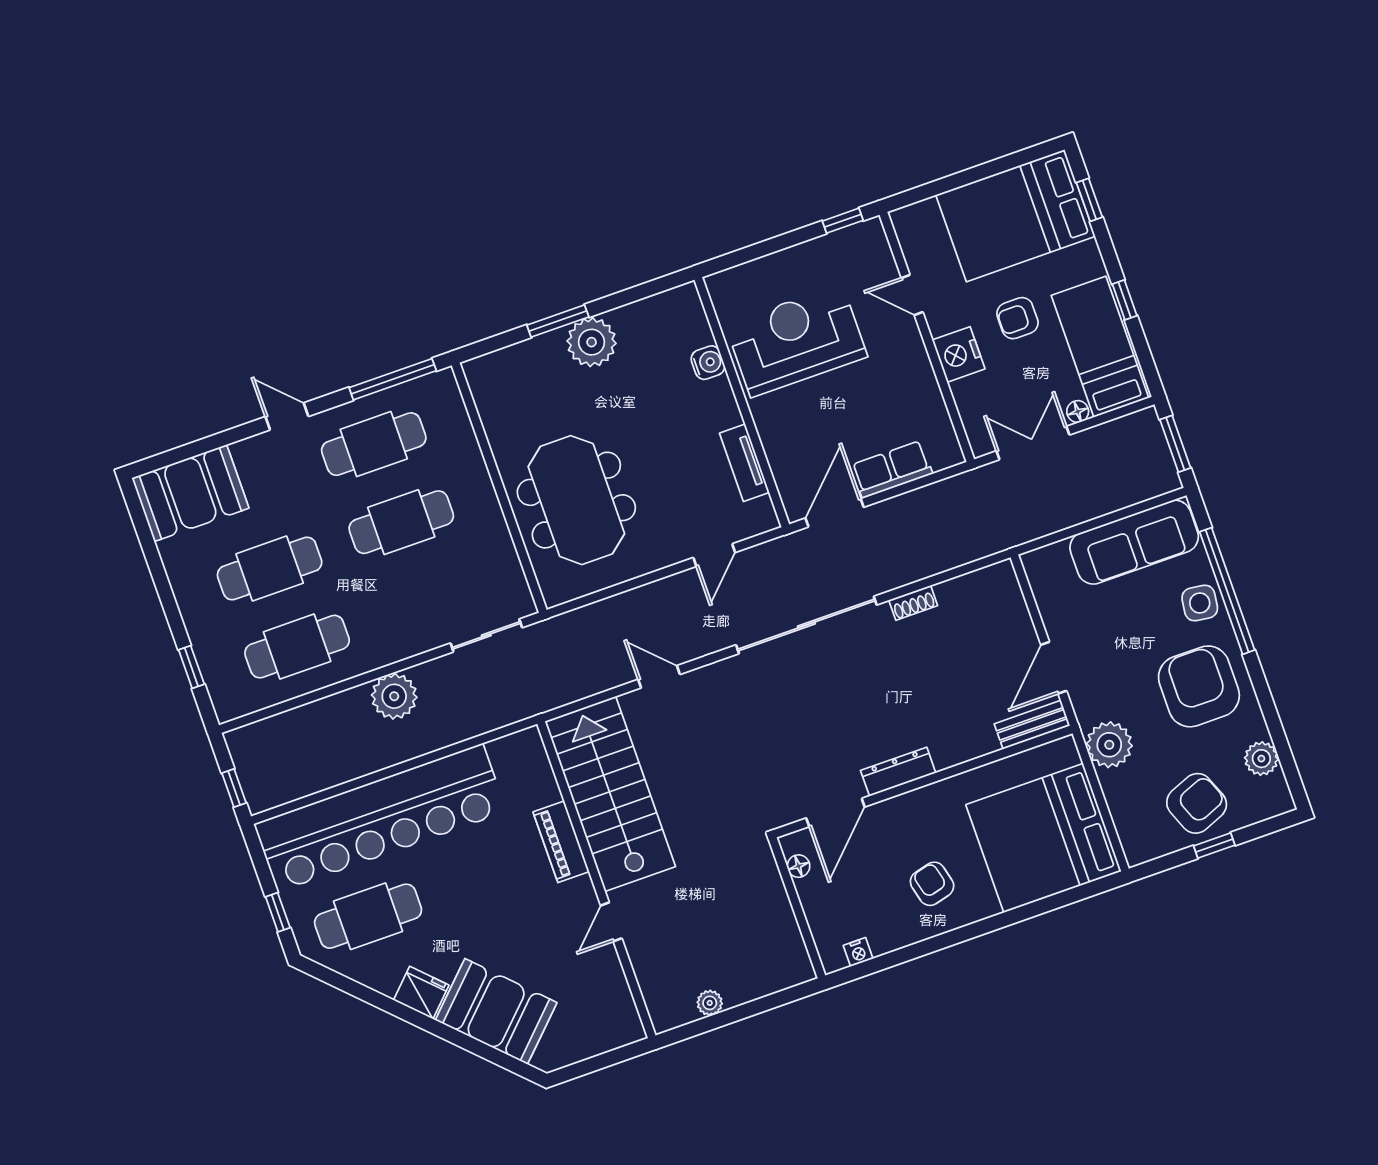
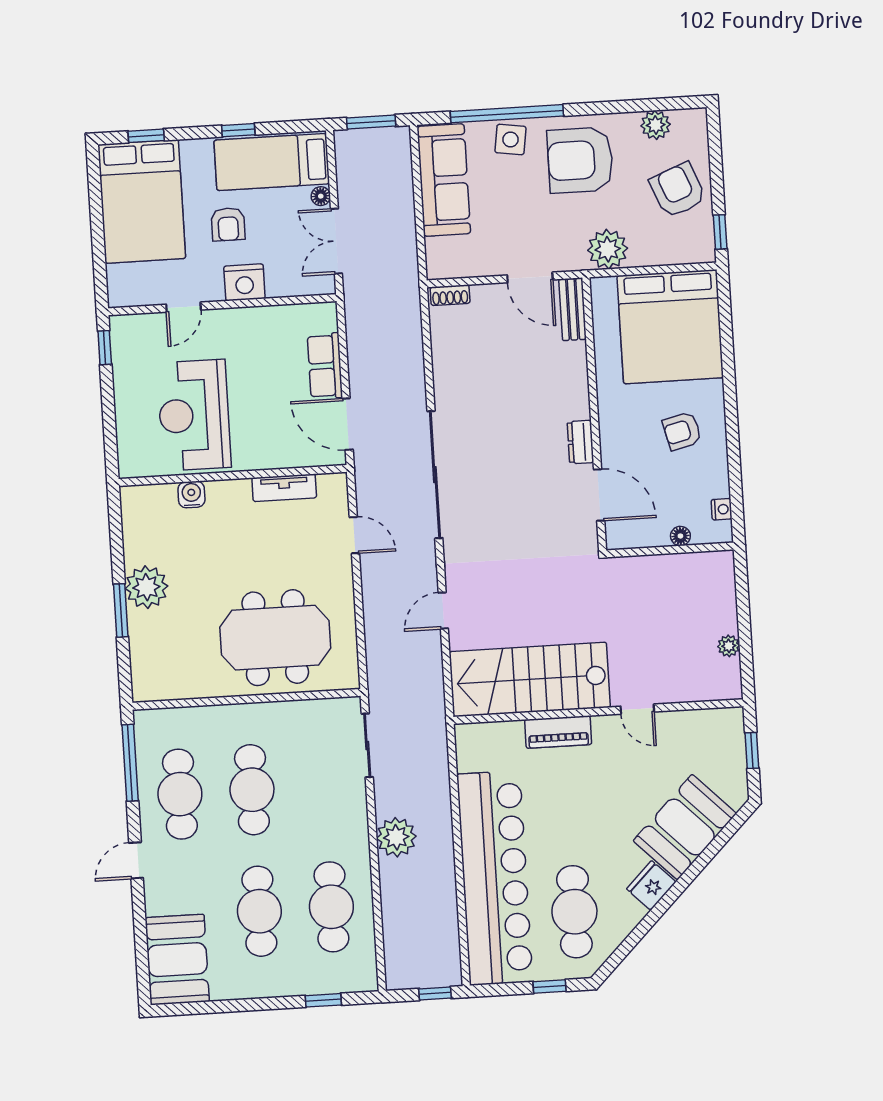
shoe rack: (913, 603) -> (450, 295), moved, turned 90
dresser: (898, 772) -> (580, 442), width x0.70
window: (1214, 846) -> (720, 232), moved
floor lamp: (799, 866) -> (680, 536), moved
window: (602, 1061) -> (752, 750), added

